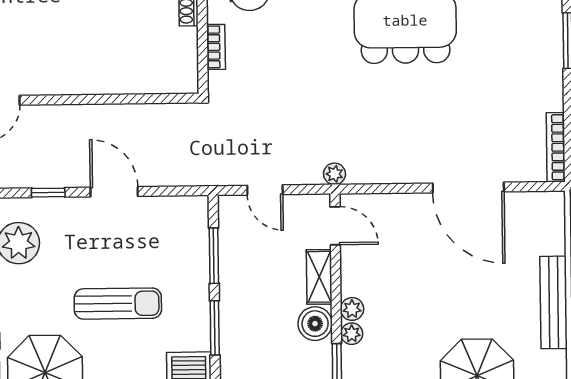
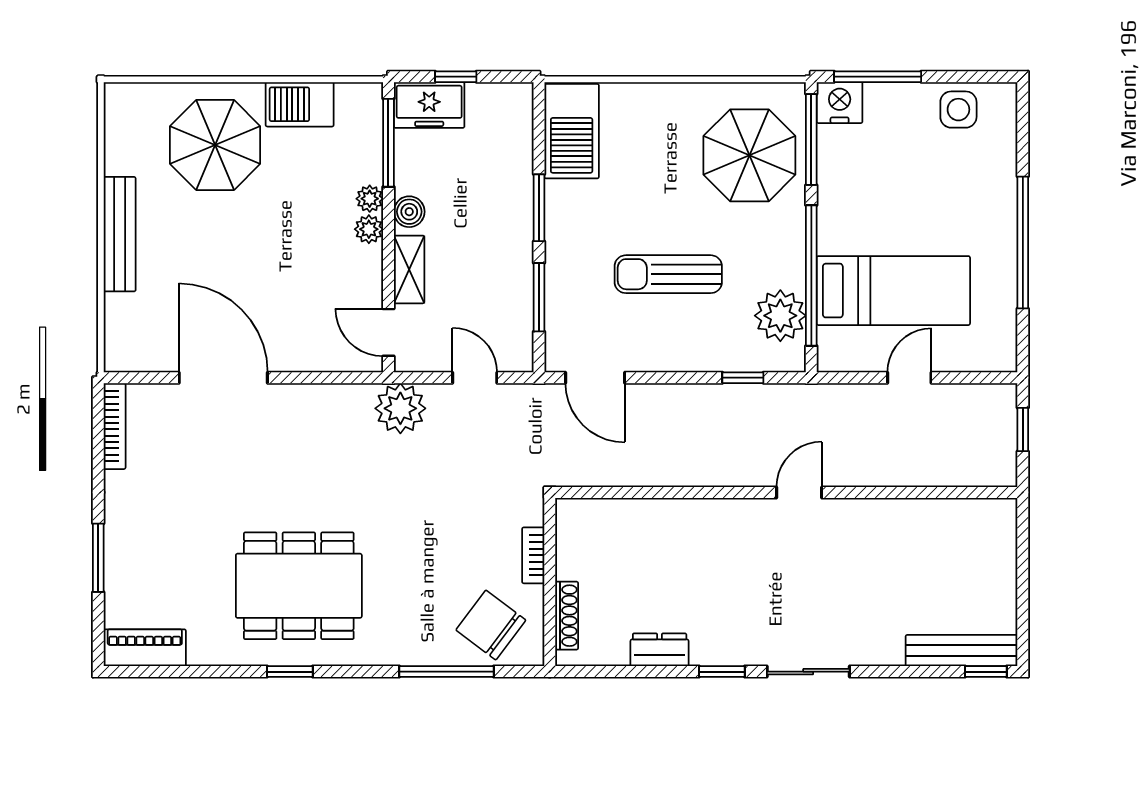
plant: (334, 174) -> (400, 408), width x1.88, depth x1.88
door: (114, 192) -> (595, 378), moved
sun lounger: (118, 304) -> (668, 274), moved
boiler: (315, 324) -> (409, 212), width x0.73, depth x0.73

